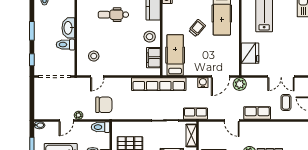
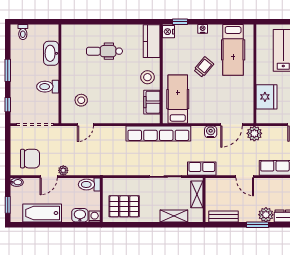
washbasin: (68, 28) -> (51, 53), moved
chair: (104, 105) -> (30, 159), moved

